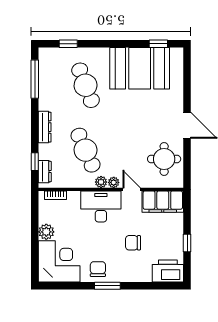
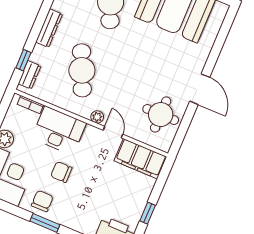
plant: (101, 182) -> (84, 111), removed
desk: (101, 207) -> (59, 131), moved
chair: (133, 243) -> (61, 172), moved

